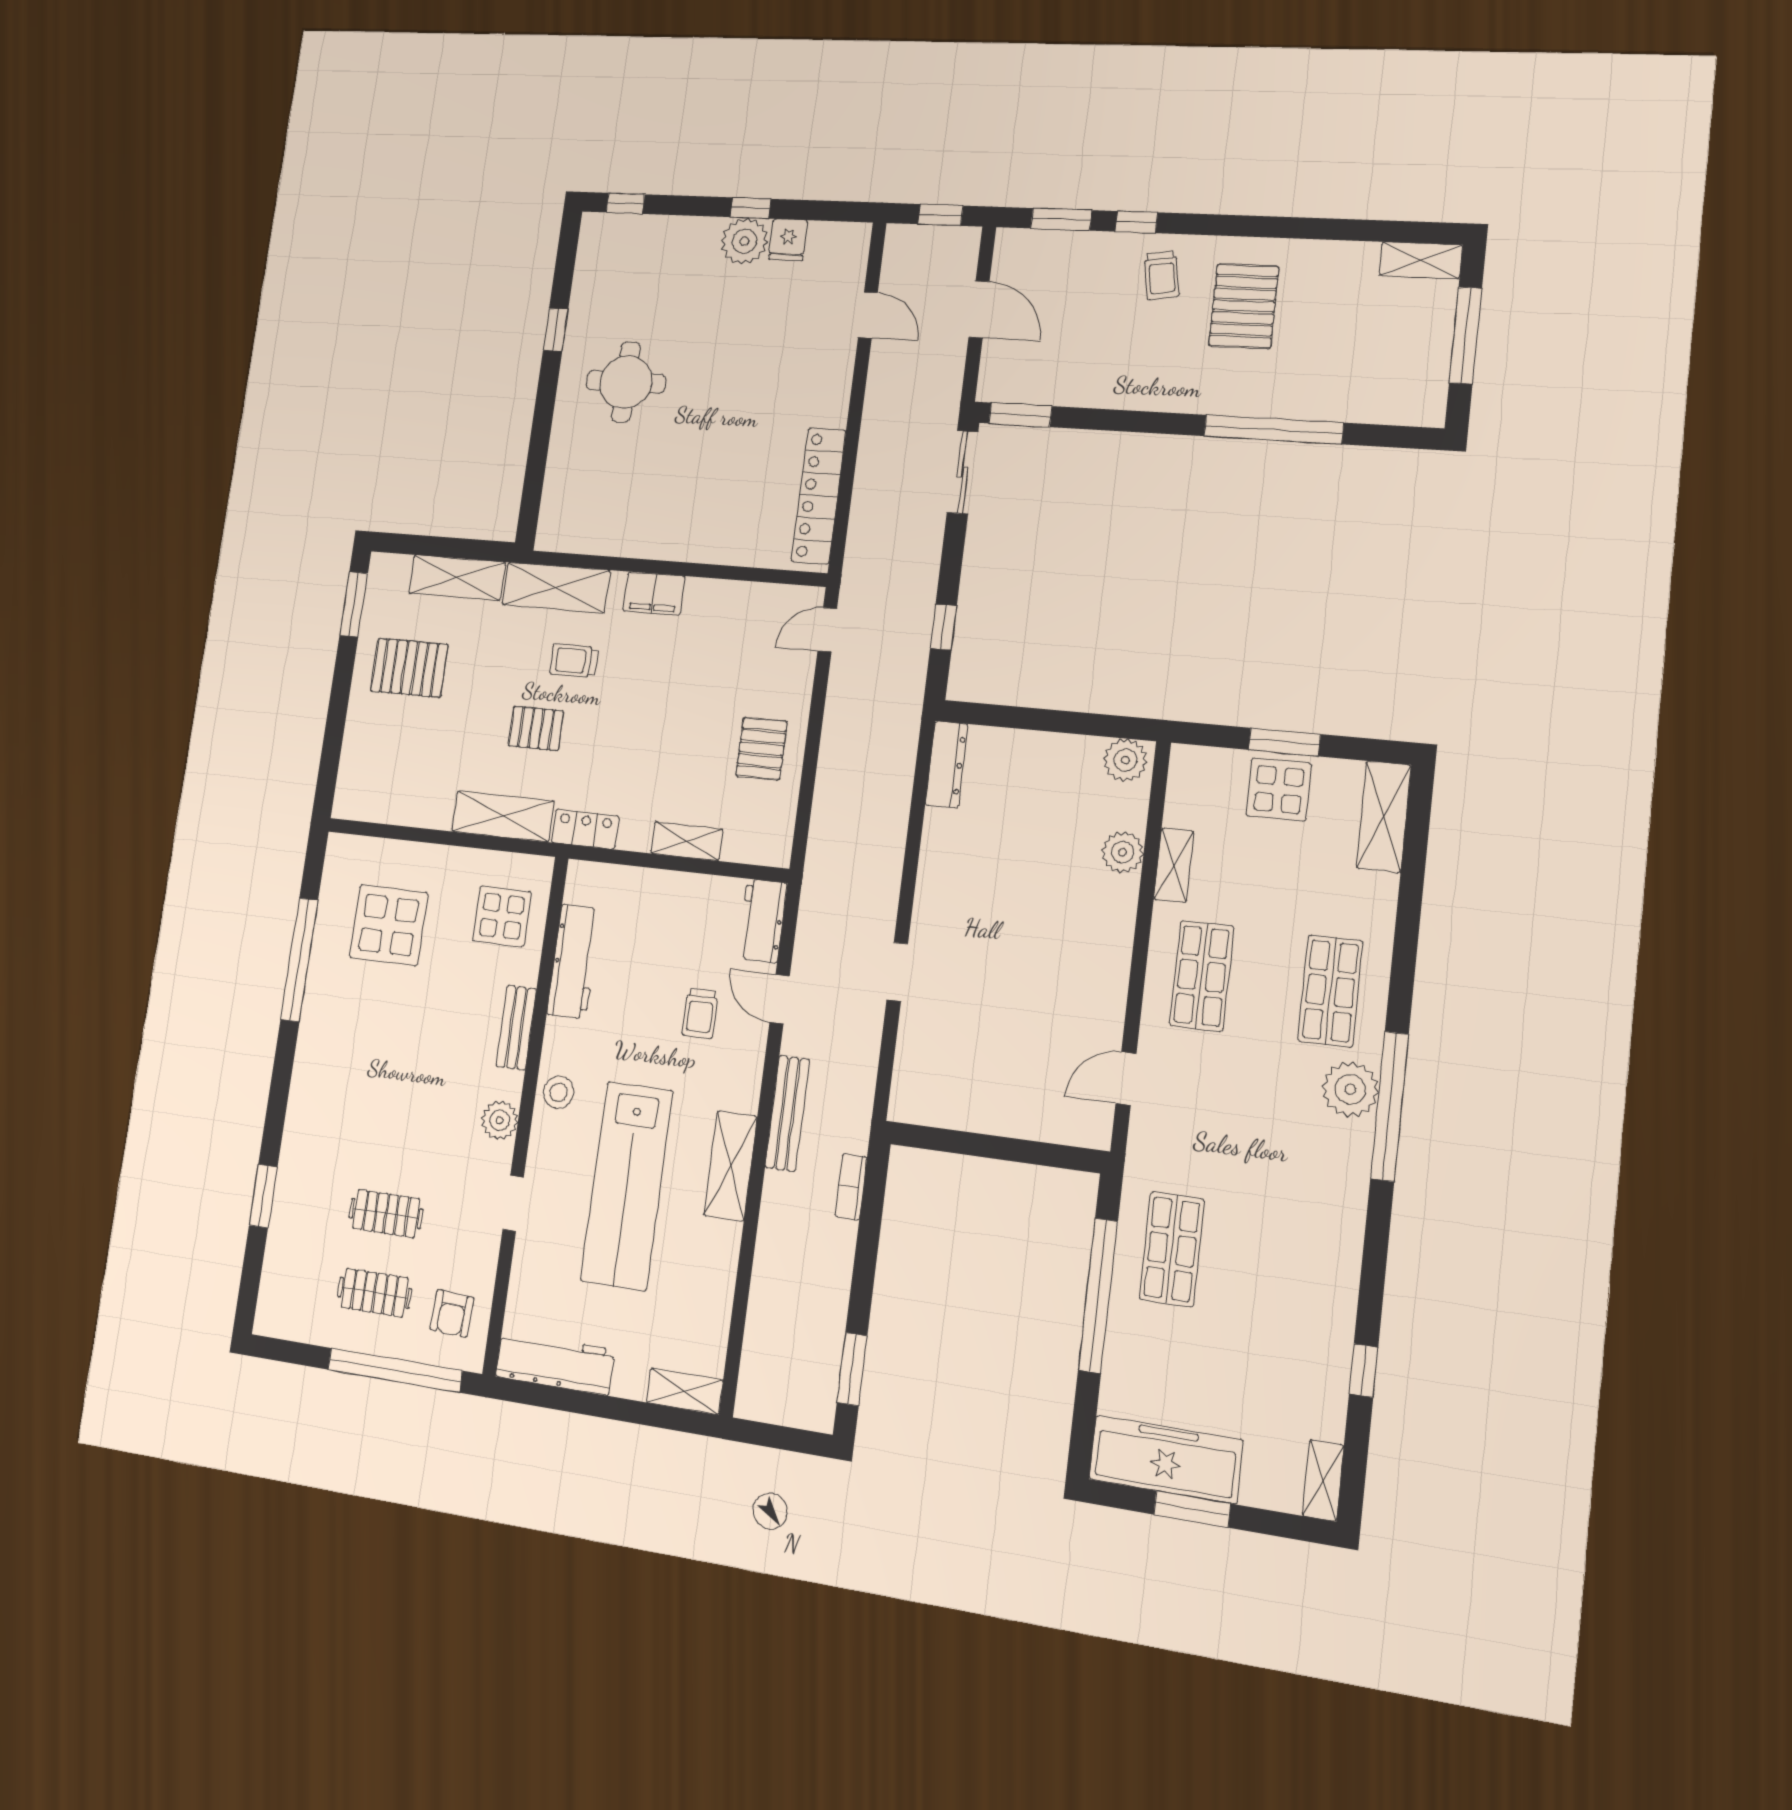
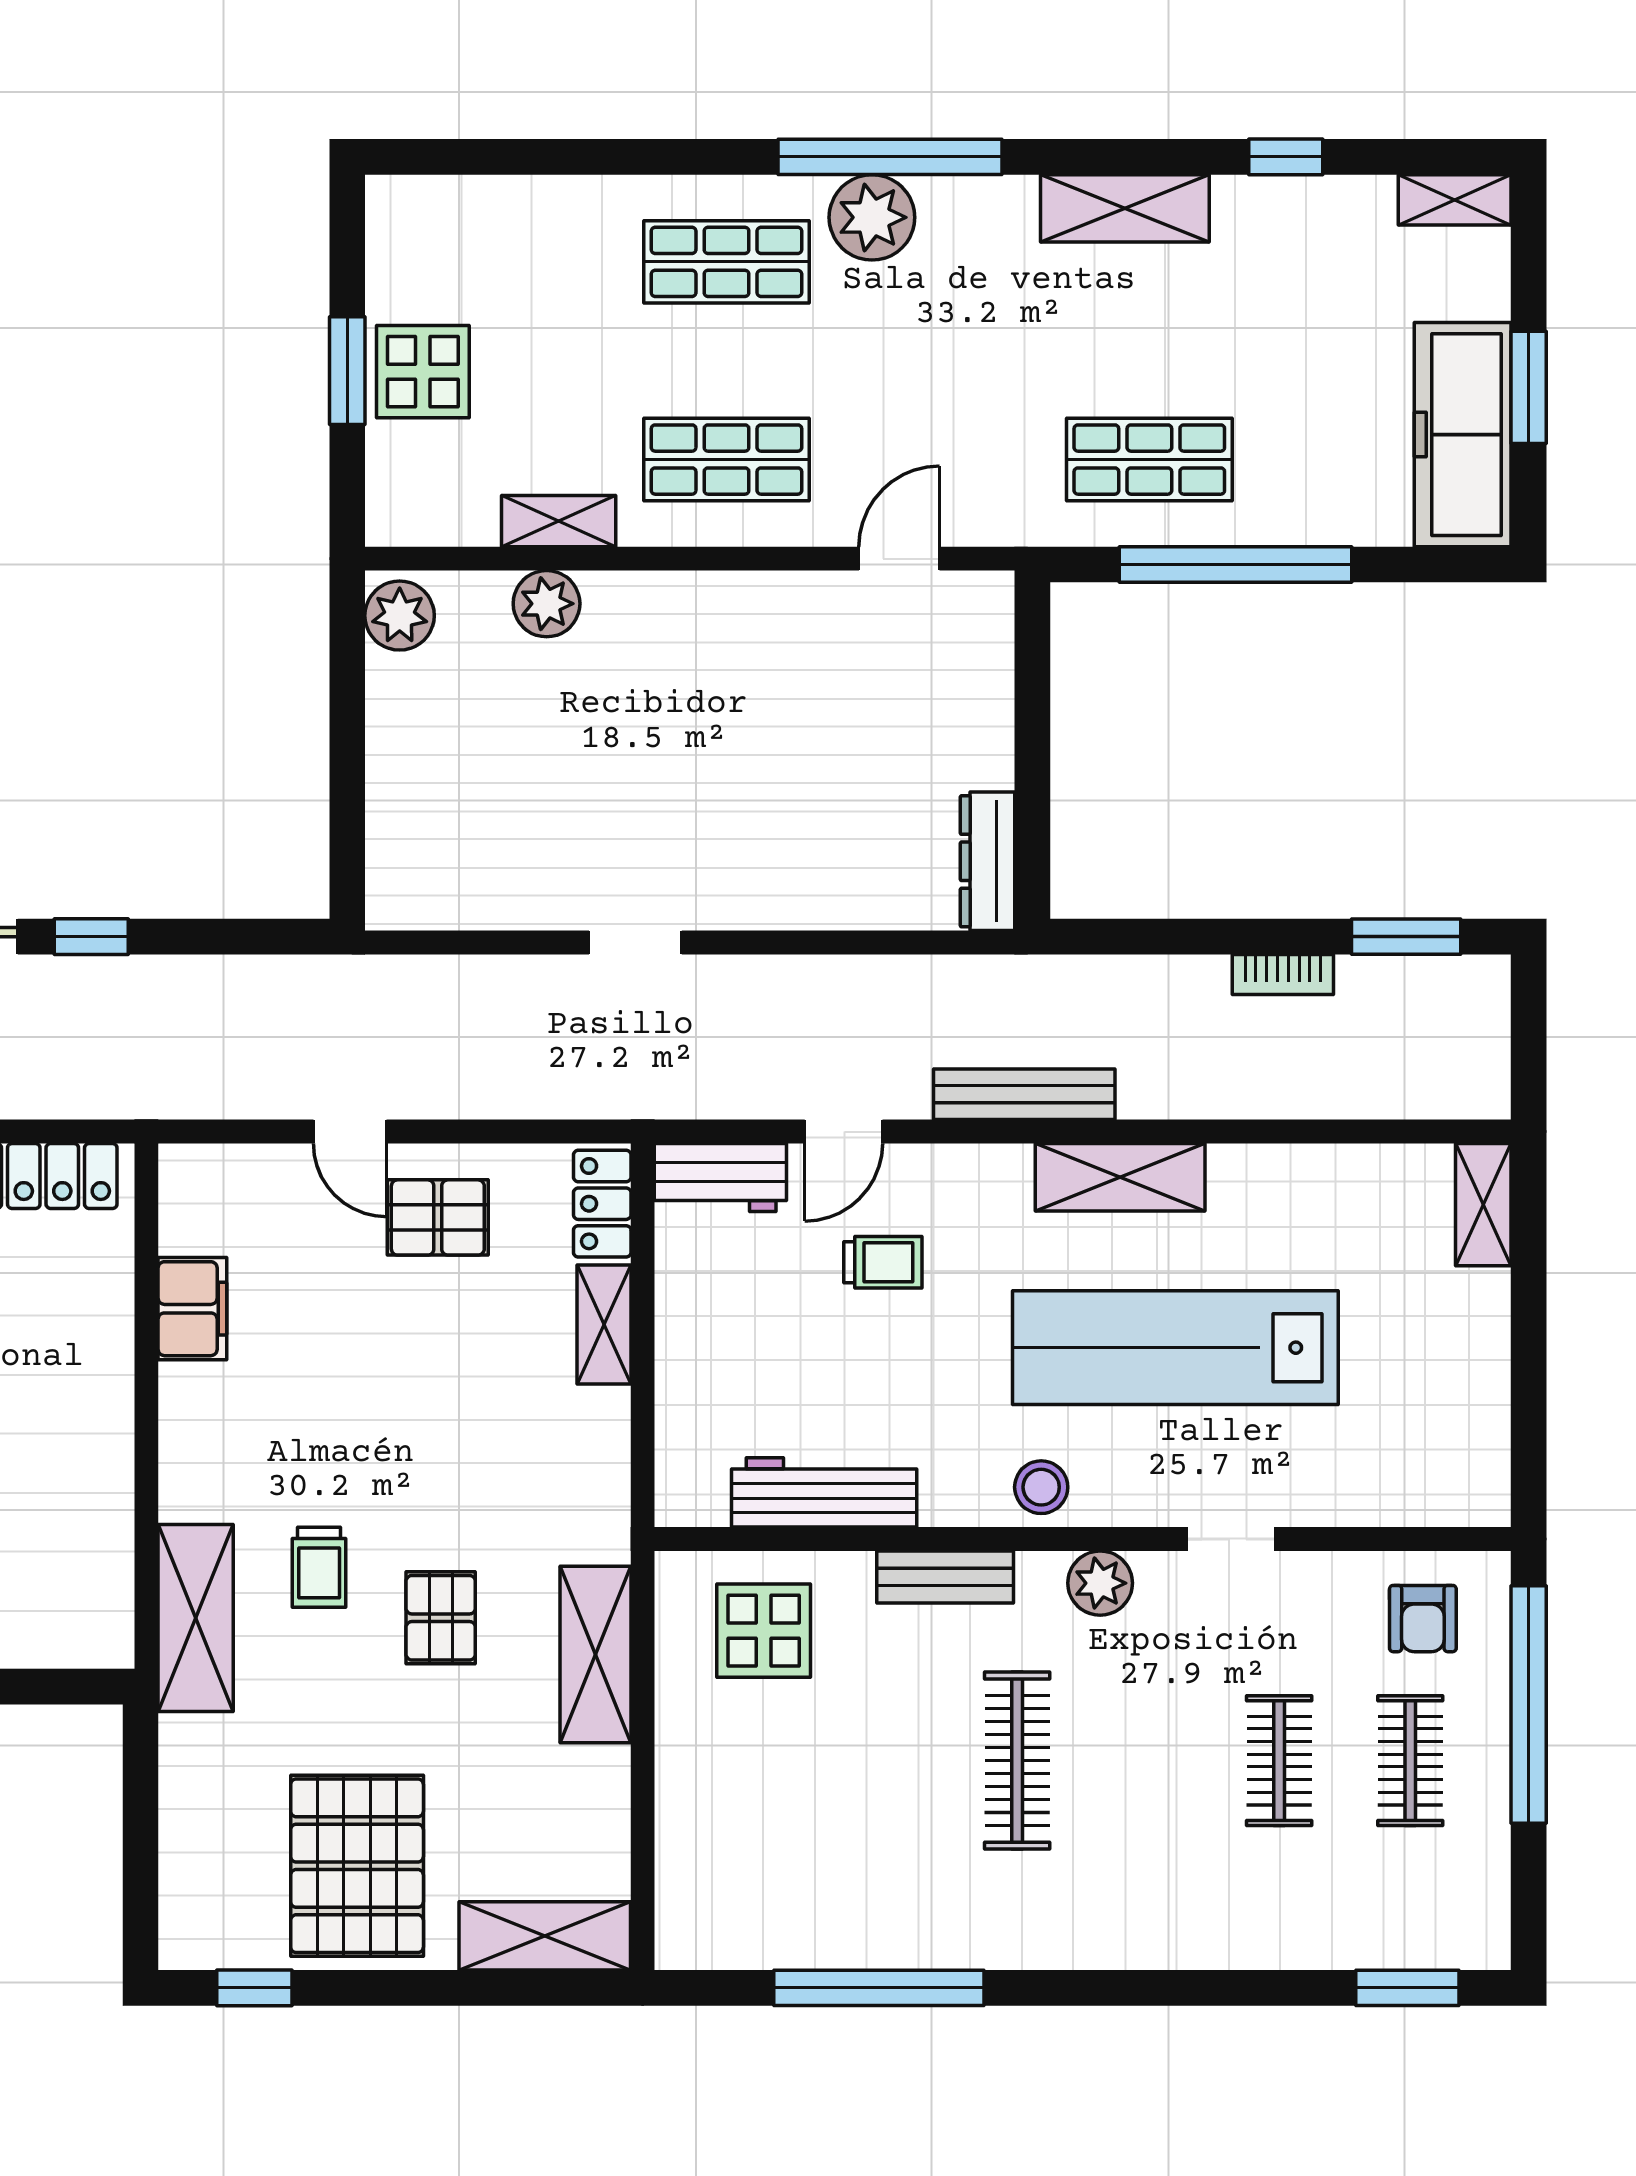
shelving: (457, 578) -> (545, 1936), moved, turned 90
filing cabinet: (654, 594) -> (192, 1309), moved
window: (354, 604) -> (254, 1988), width x0.67
window: (943, 627) -> (91, 937), moved
door: (827, 630) -> (350, 1132), moved
pallet: (409, 668) -> (357, 1866), width x1.37, depth x1.41
dresser: (947, 765) -> (988, 861), moved, turned -90
shelving: (1384, 817) -> (1125, 208), moved
locker: (585, 829) -> (602, 1204), moved
display table: (389, 925) -> (802, 1833), removed
doorway: (897, 972) -> (635, 942), moved
clothes rail: (409, 1057) -> (1017, 1761), added
door: (1126, 1079) -> (899, 559), swing flipped
lab bench: (627, 1186) -> (1175, 1348), turned 180
bookcase: (851, 1187) -> (1283, 975), moved
window: (263, 1196) -> (1407, 1988), moved
armchair: (452, 1313) -> (1423, 1619), turned 87
workbench: (555, 1363) -> (1474, 1429), removed

